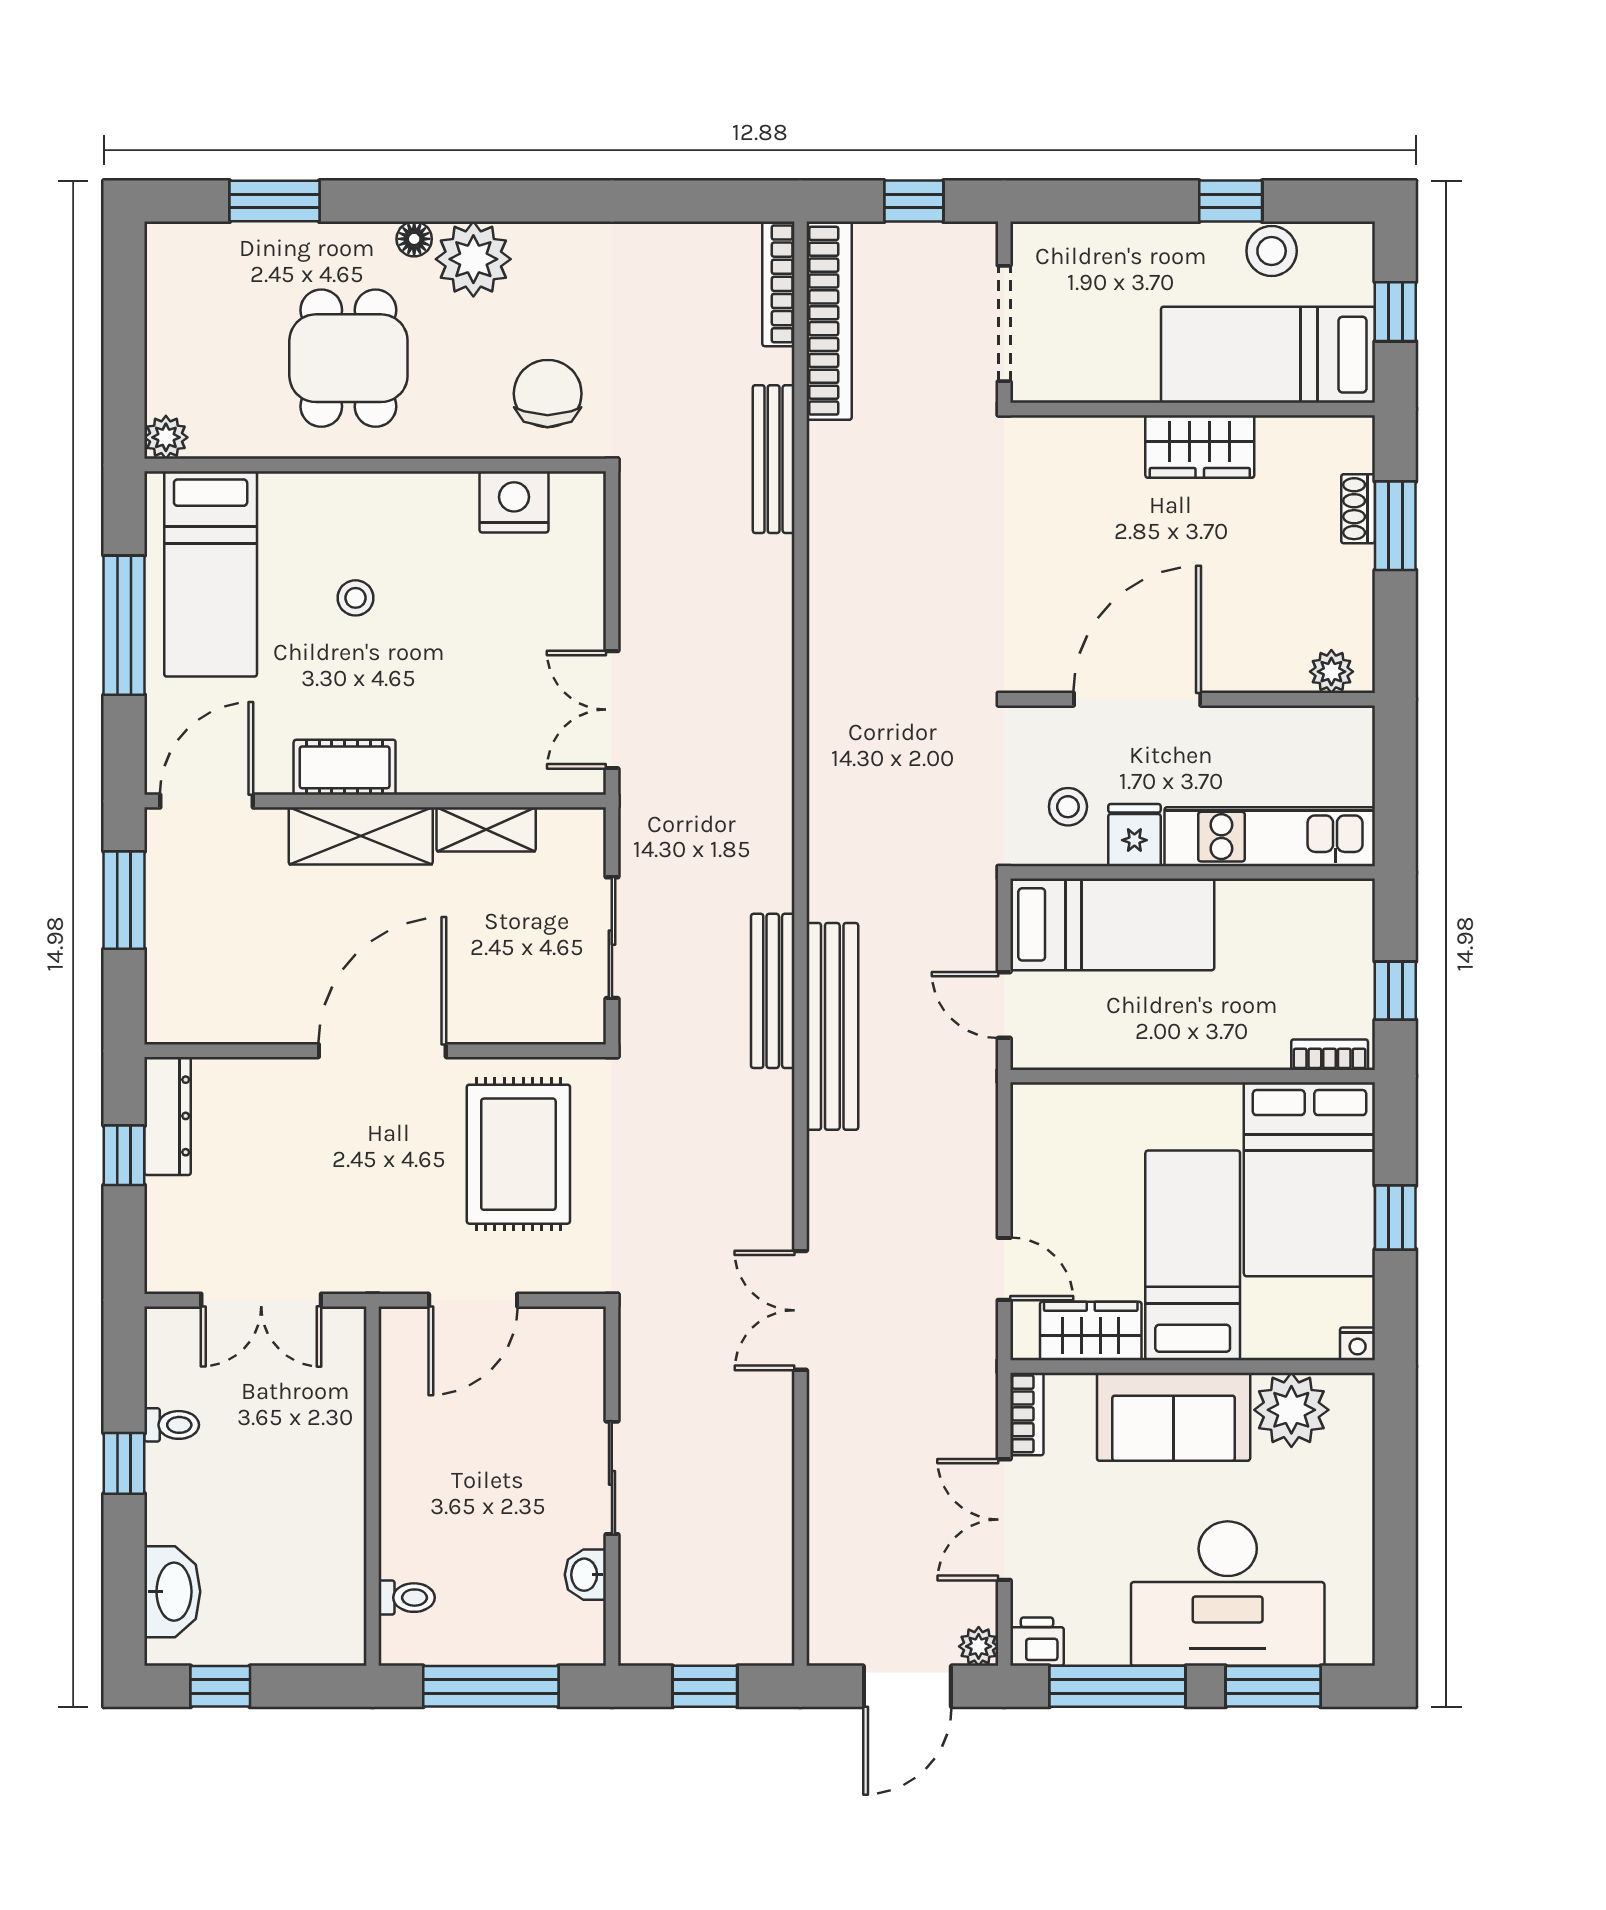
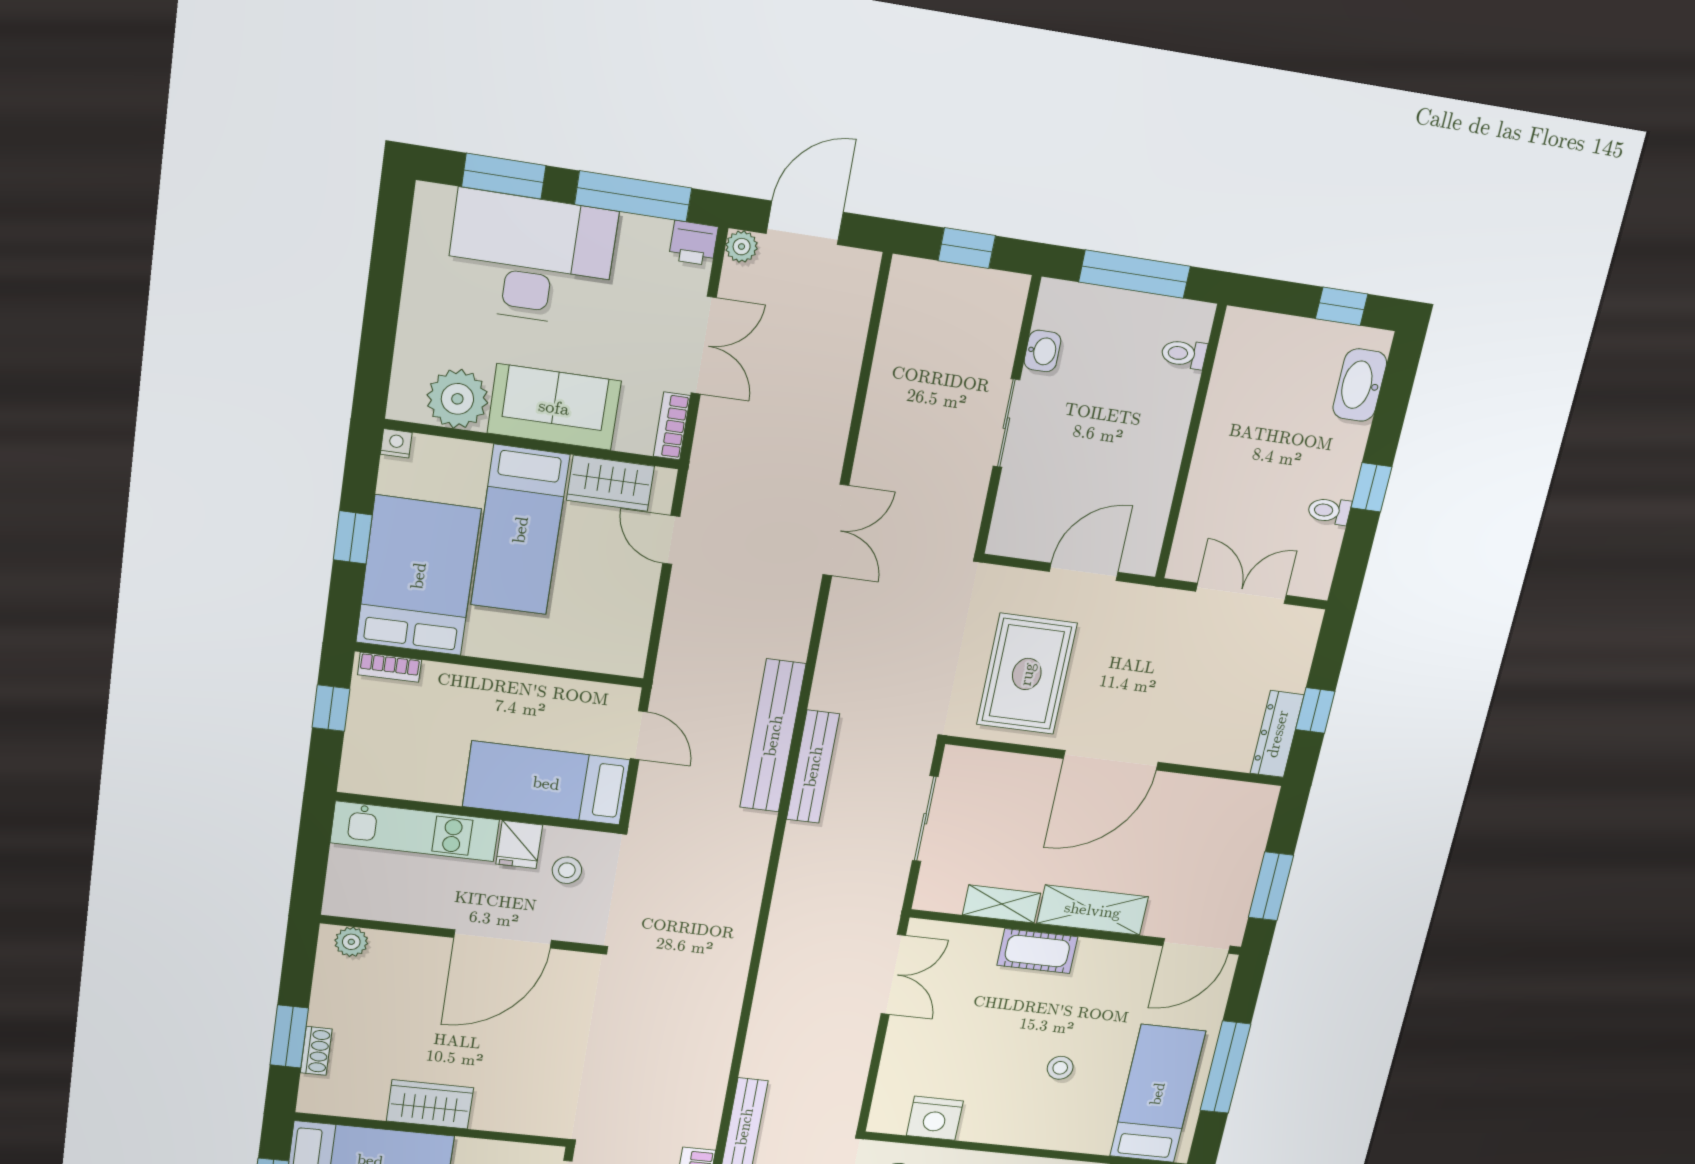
cot: (345, 767) -> (1037, 951), moved

